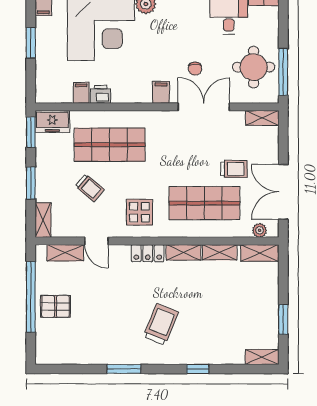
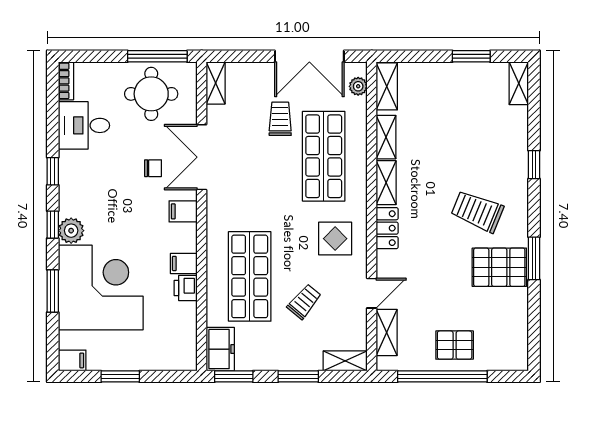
filing cabinet: (81, 93) -> (184, 263), moved
pallet: (55, 306) -> (455, 345), turned 90
pallet: (117, 342) -> (499, 267), added

